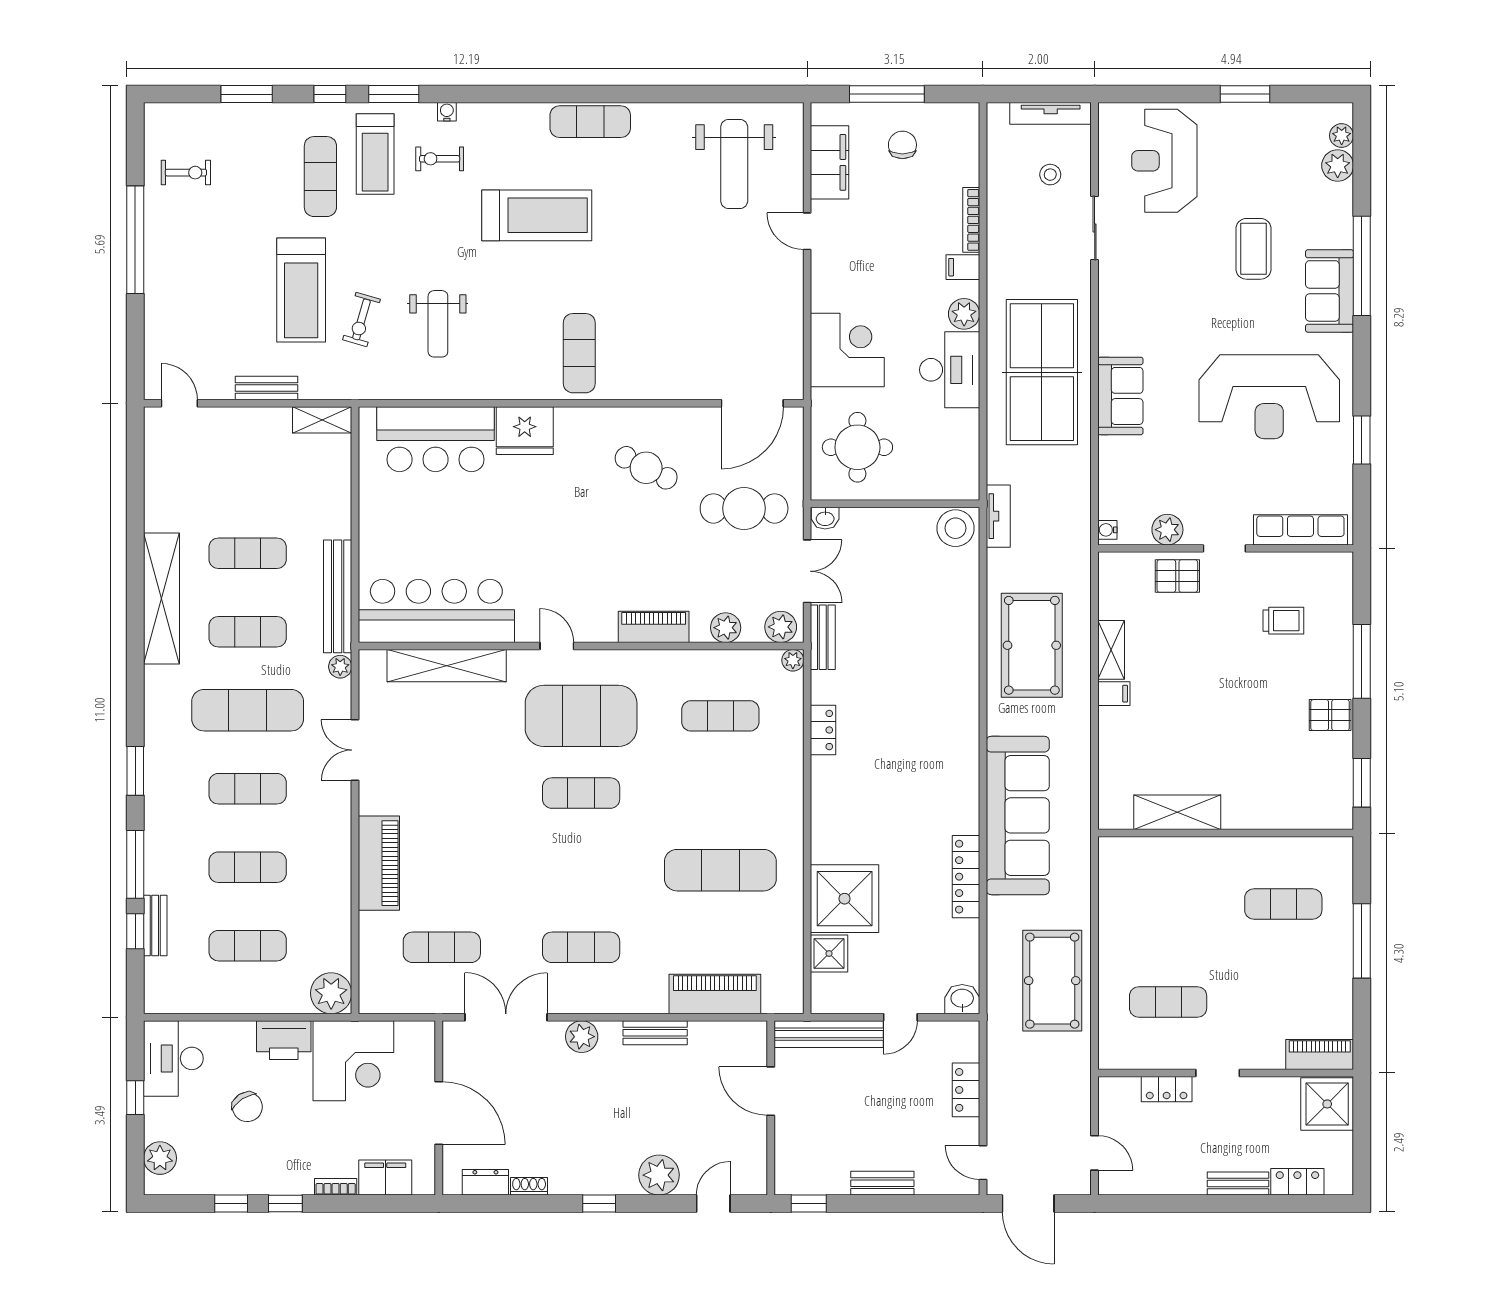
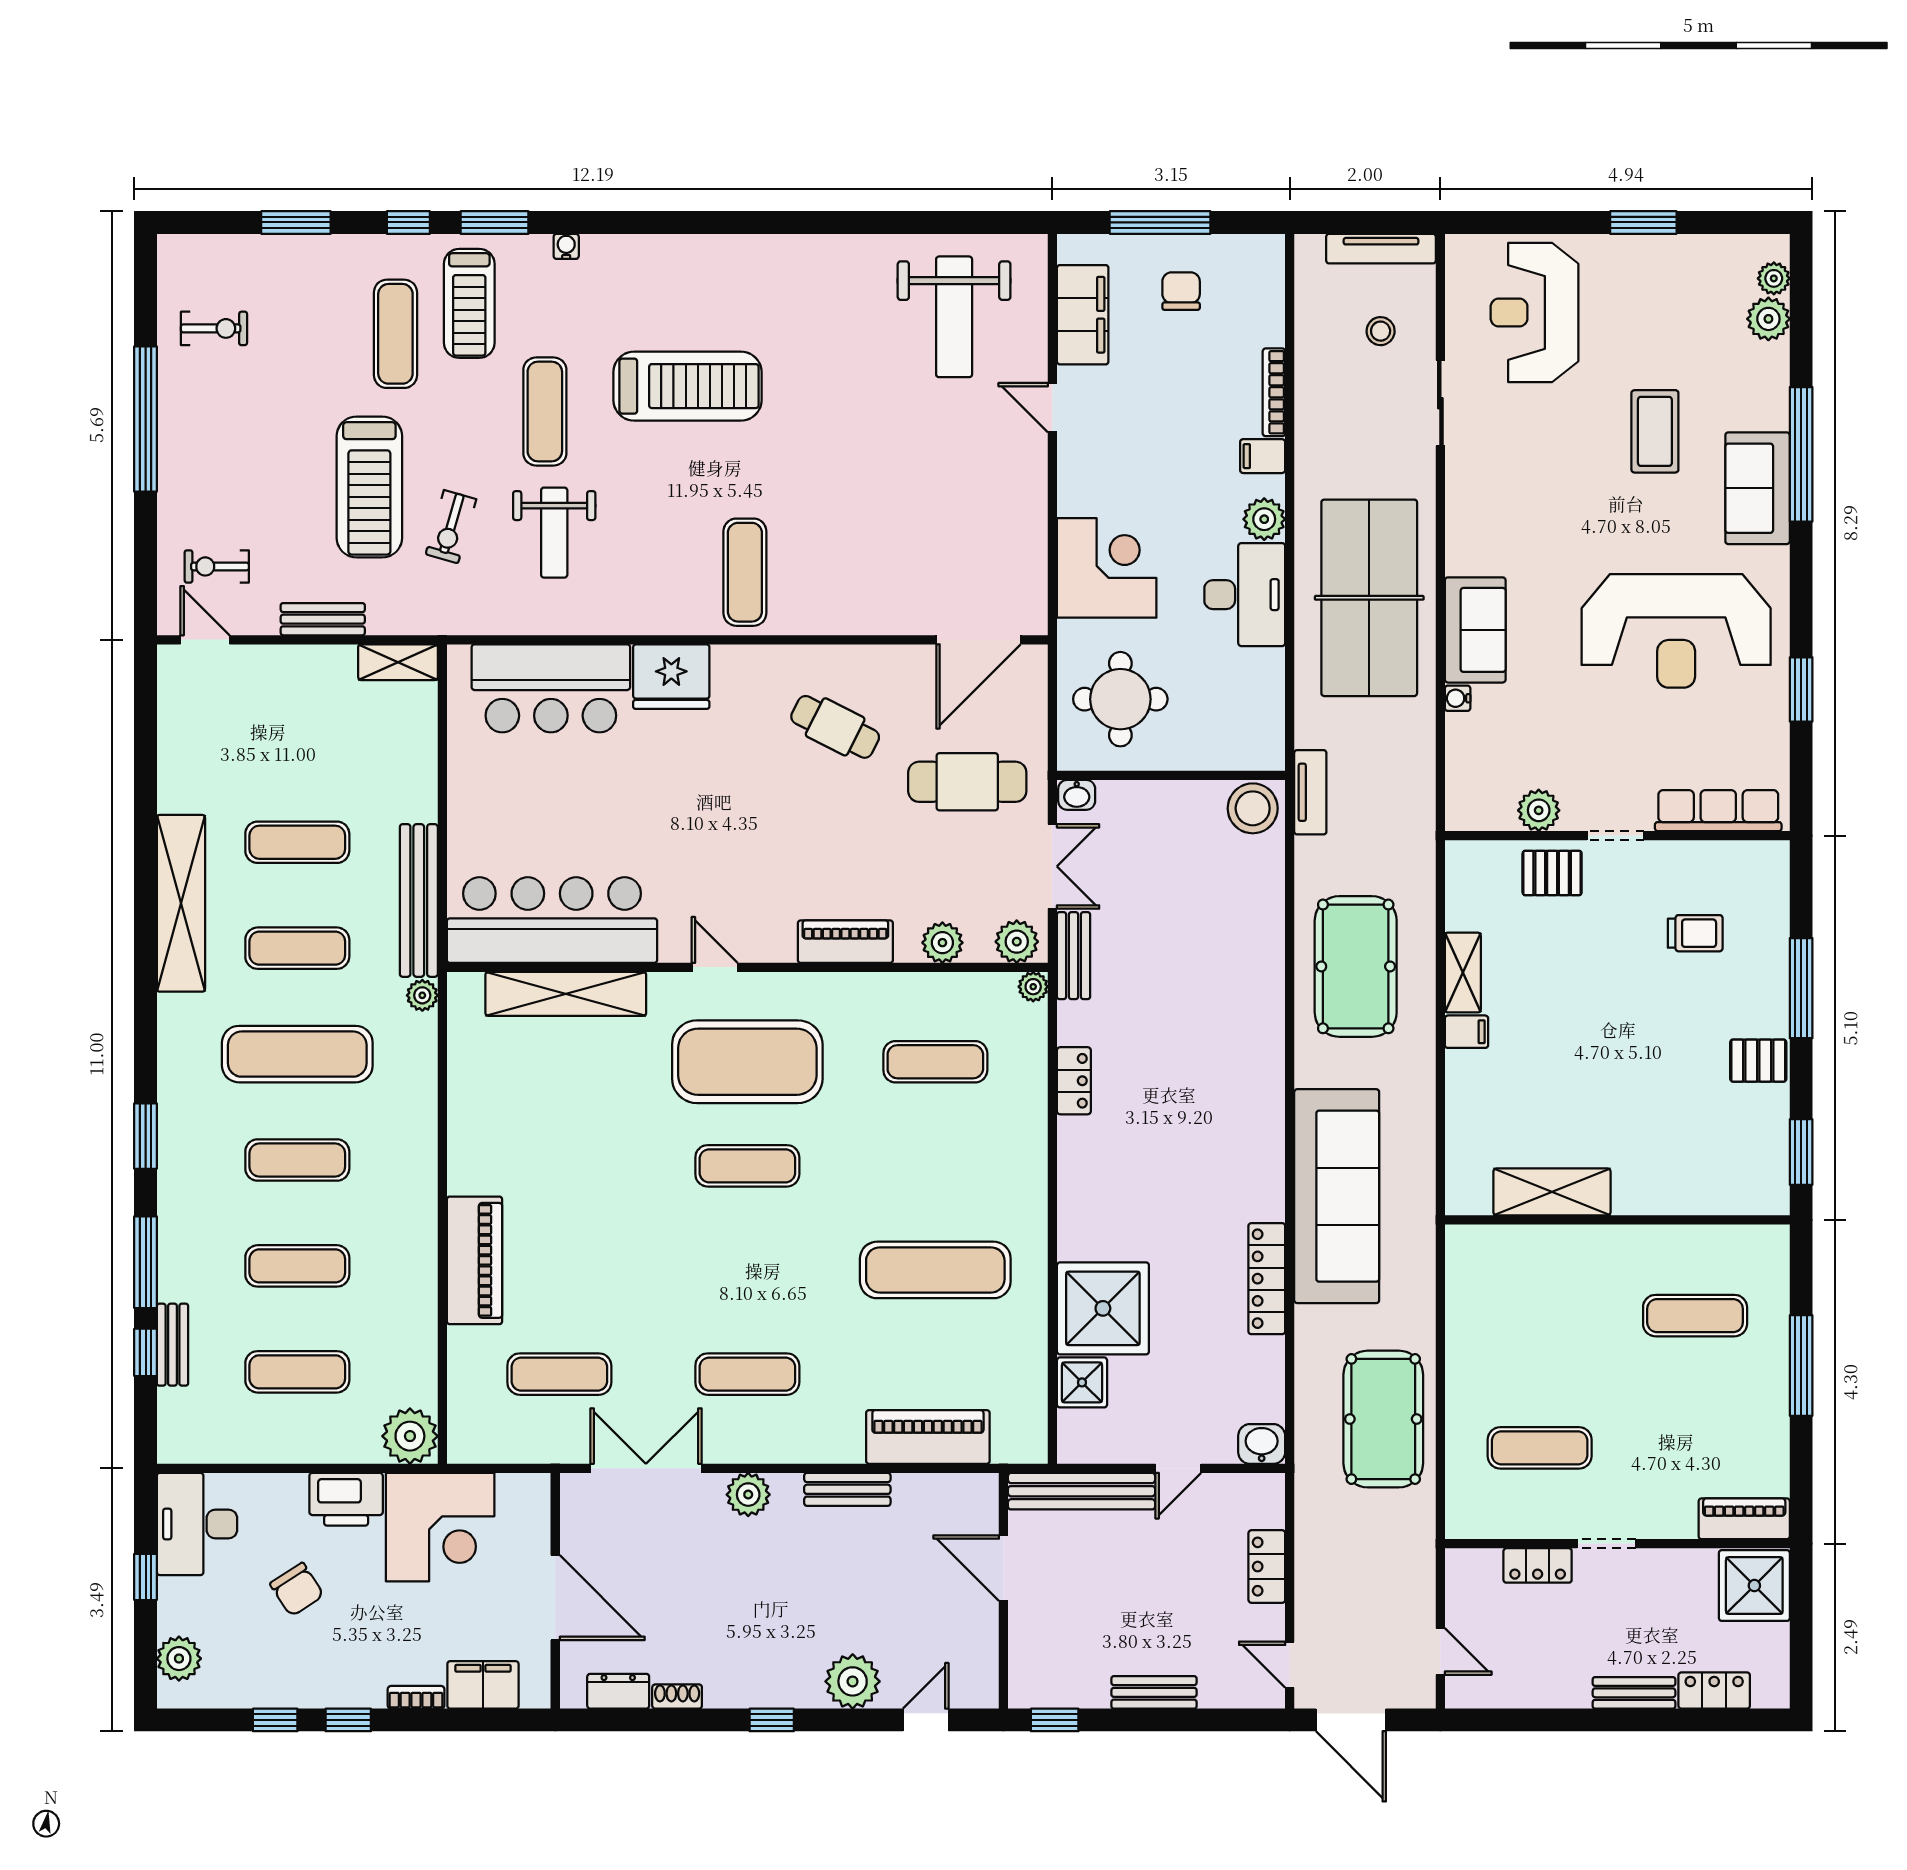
exercise mat: (590, 122) -> (545, 411), moved, turned 90
exercise bike: (440, 159) -> (217, 566), moved
water cooler: (1107, 530) -> (1458, 698), moved
double door: (355, 750) -> (442, 1108), removed

